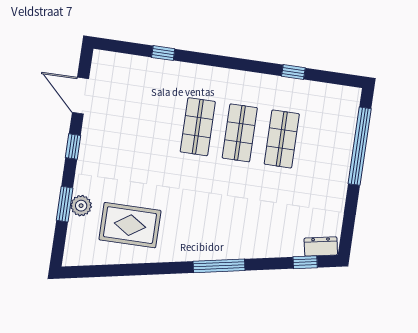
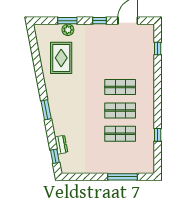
window: (163, 53) -> (158, 49), moved
window: (360, 146) -> (122, 177), width x0.68
dresser: (321, 246) -> (61, 145), moved
window: (219, 266) -> (46, 110), width x0.69

